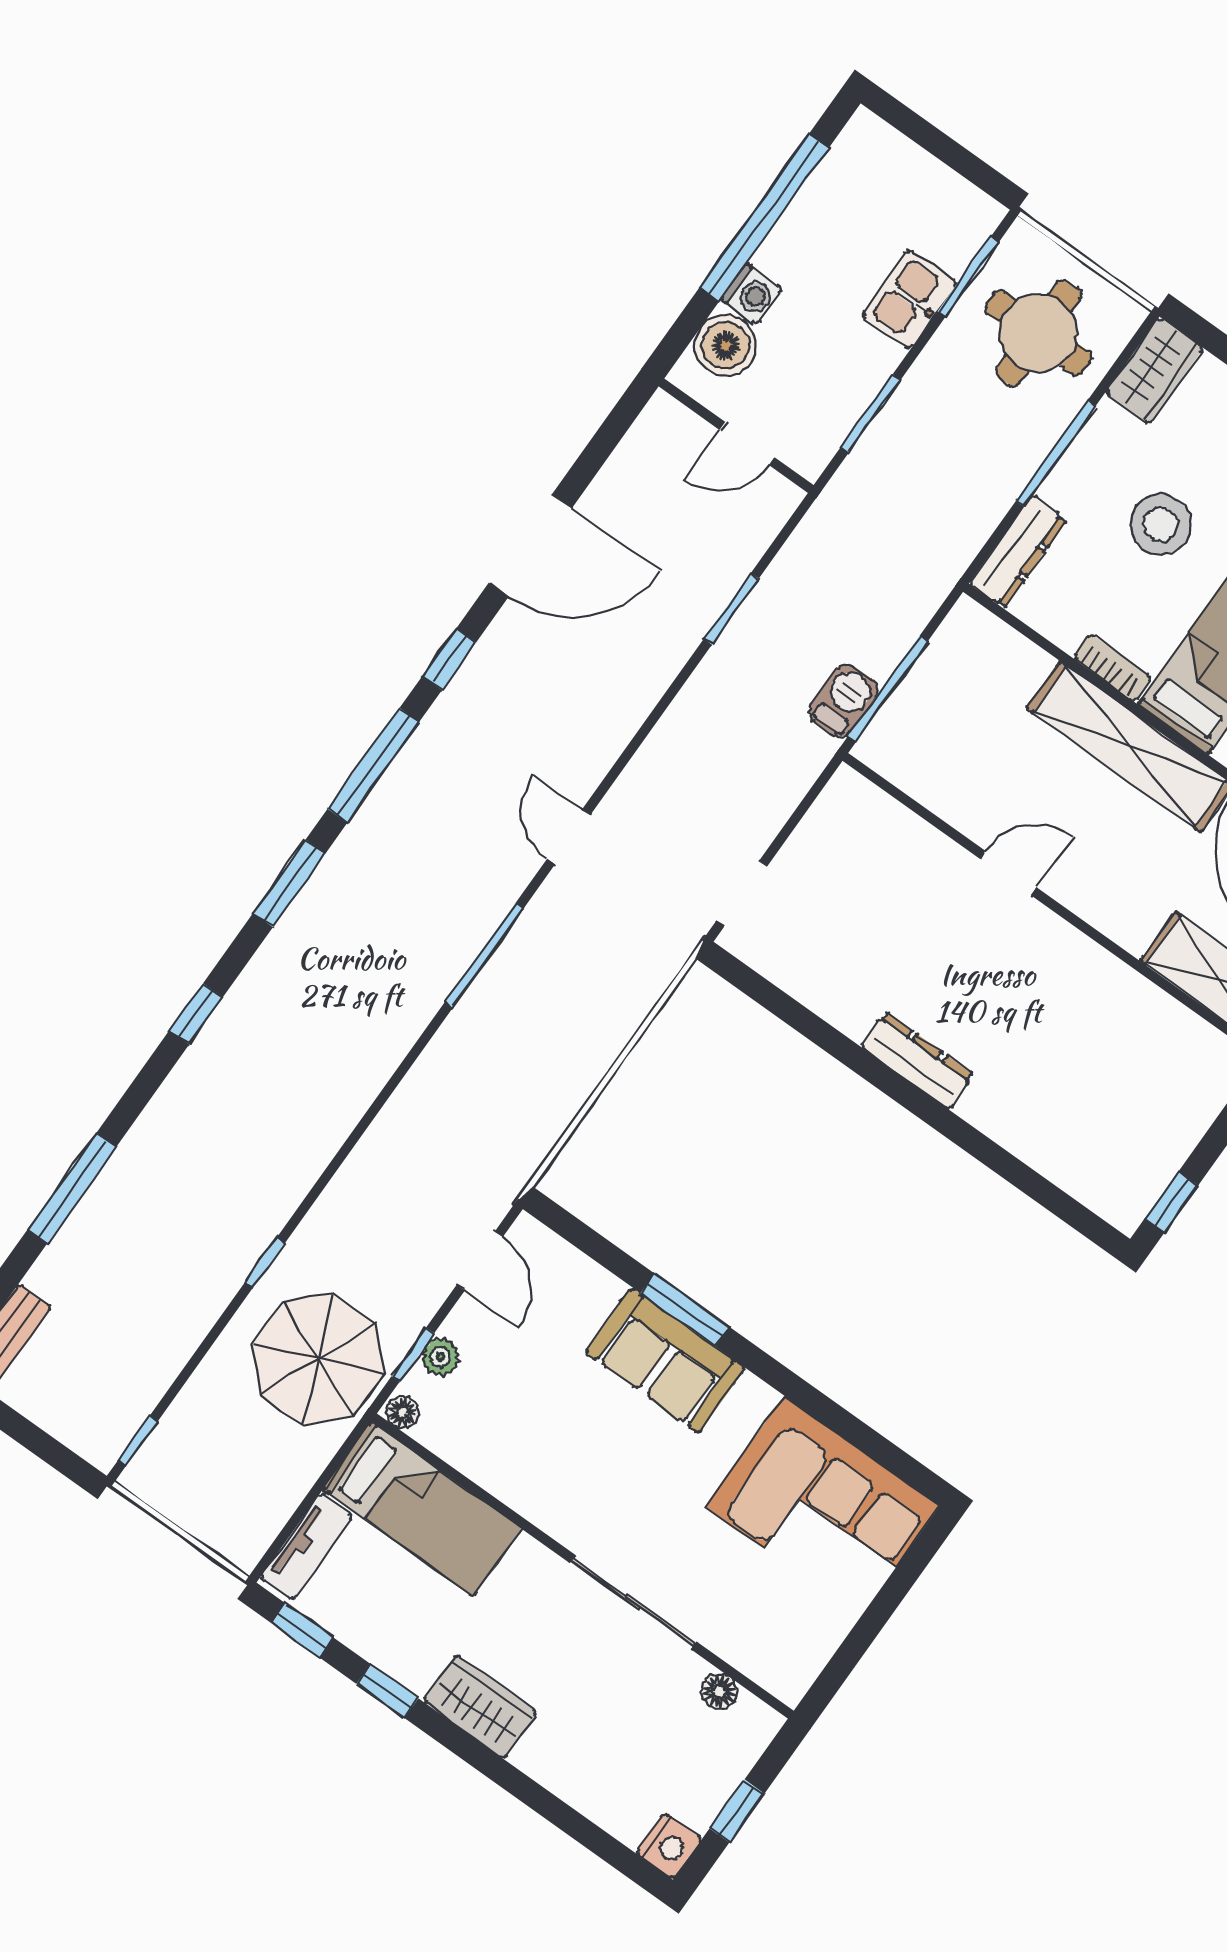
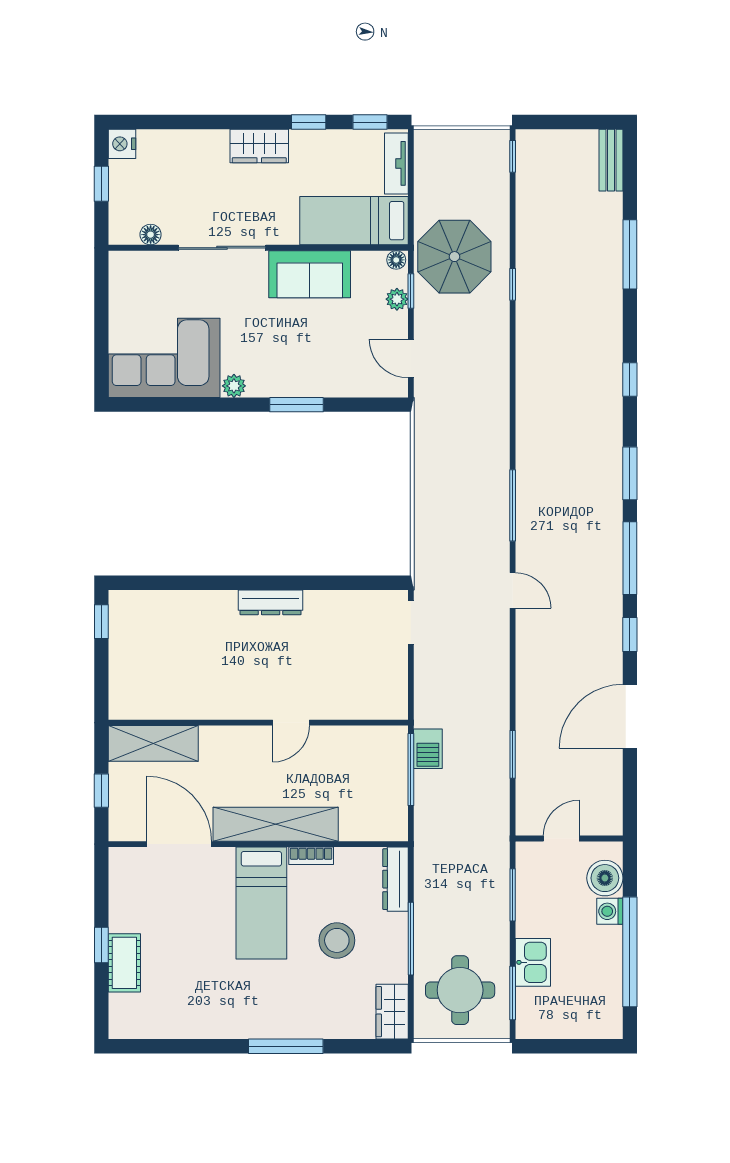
sofa: (665, 1360) -> (310, 274), moved, turned 180
plant: (753, 1398) -> (234, 386), added

